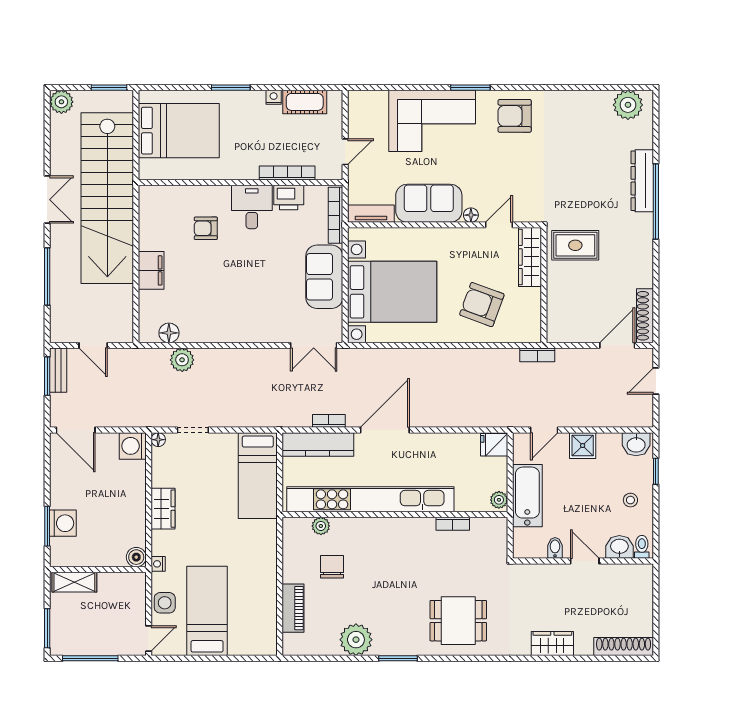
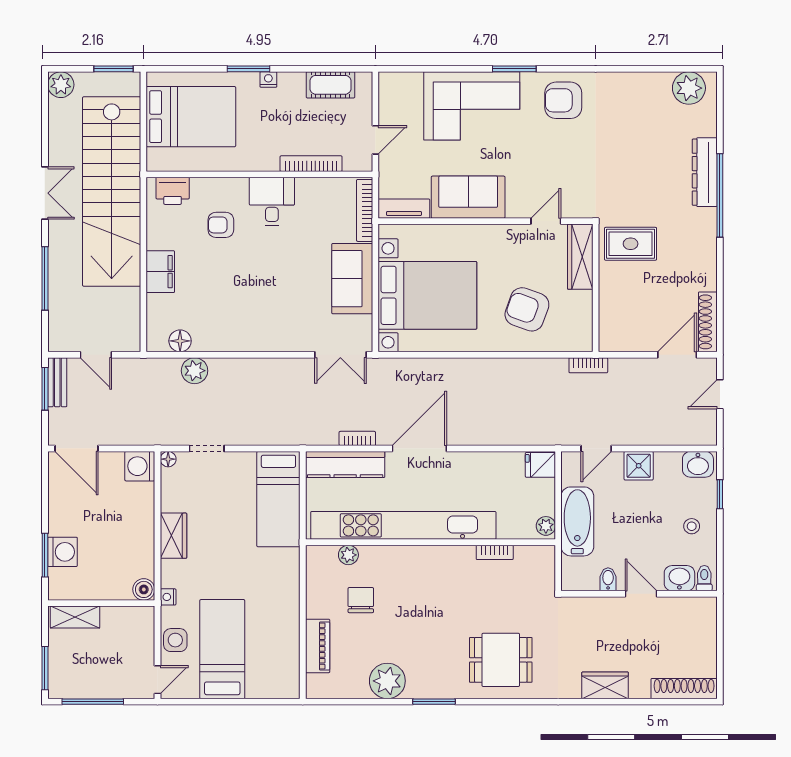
nightstand: (274, 97) -> (268, 80), moved
printer: (289, 198) -> (173, 191), moved
floor lamp: (471, 215) -> (515, 210), removed

